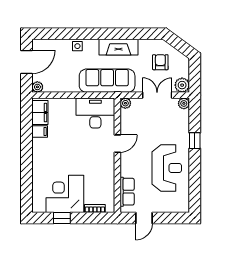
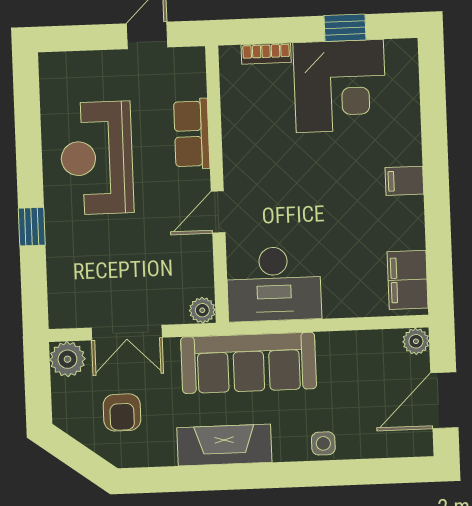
plant: (184, 103) -> (62, 315), removed
filing cabinet: (40, 131) -> (404, 181), moved
row of seats: (127, 192) -> (192, 134), moved

